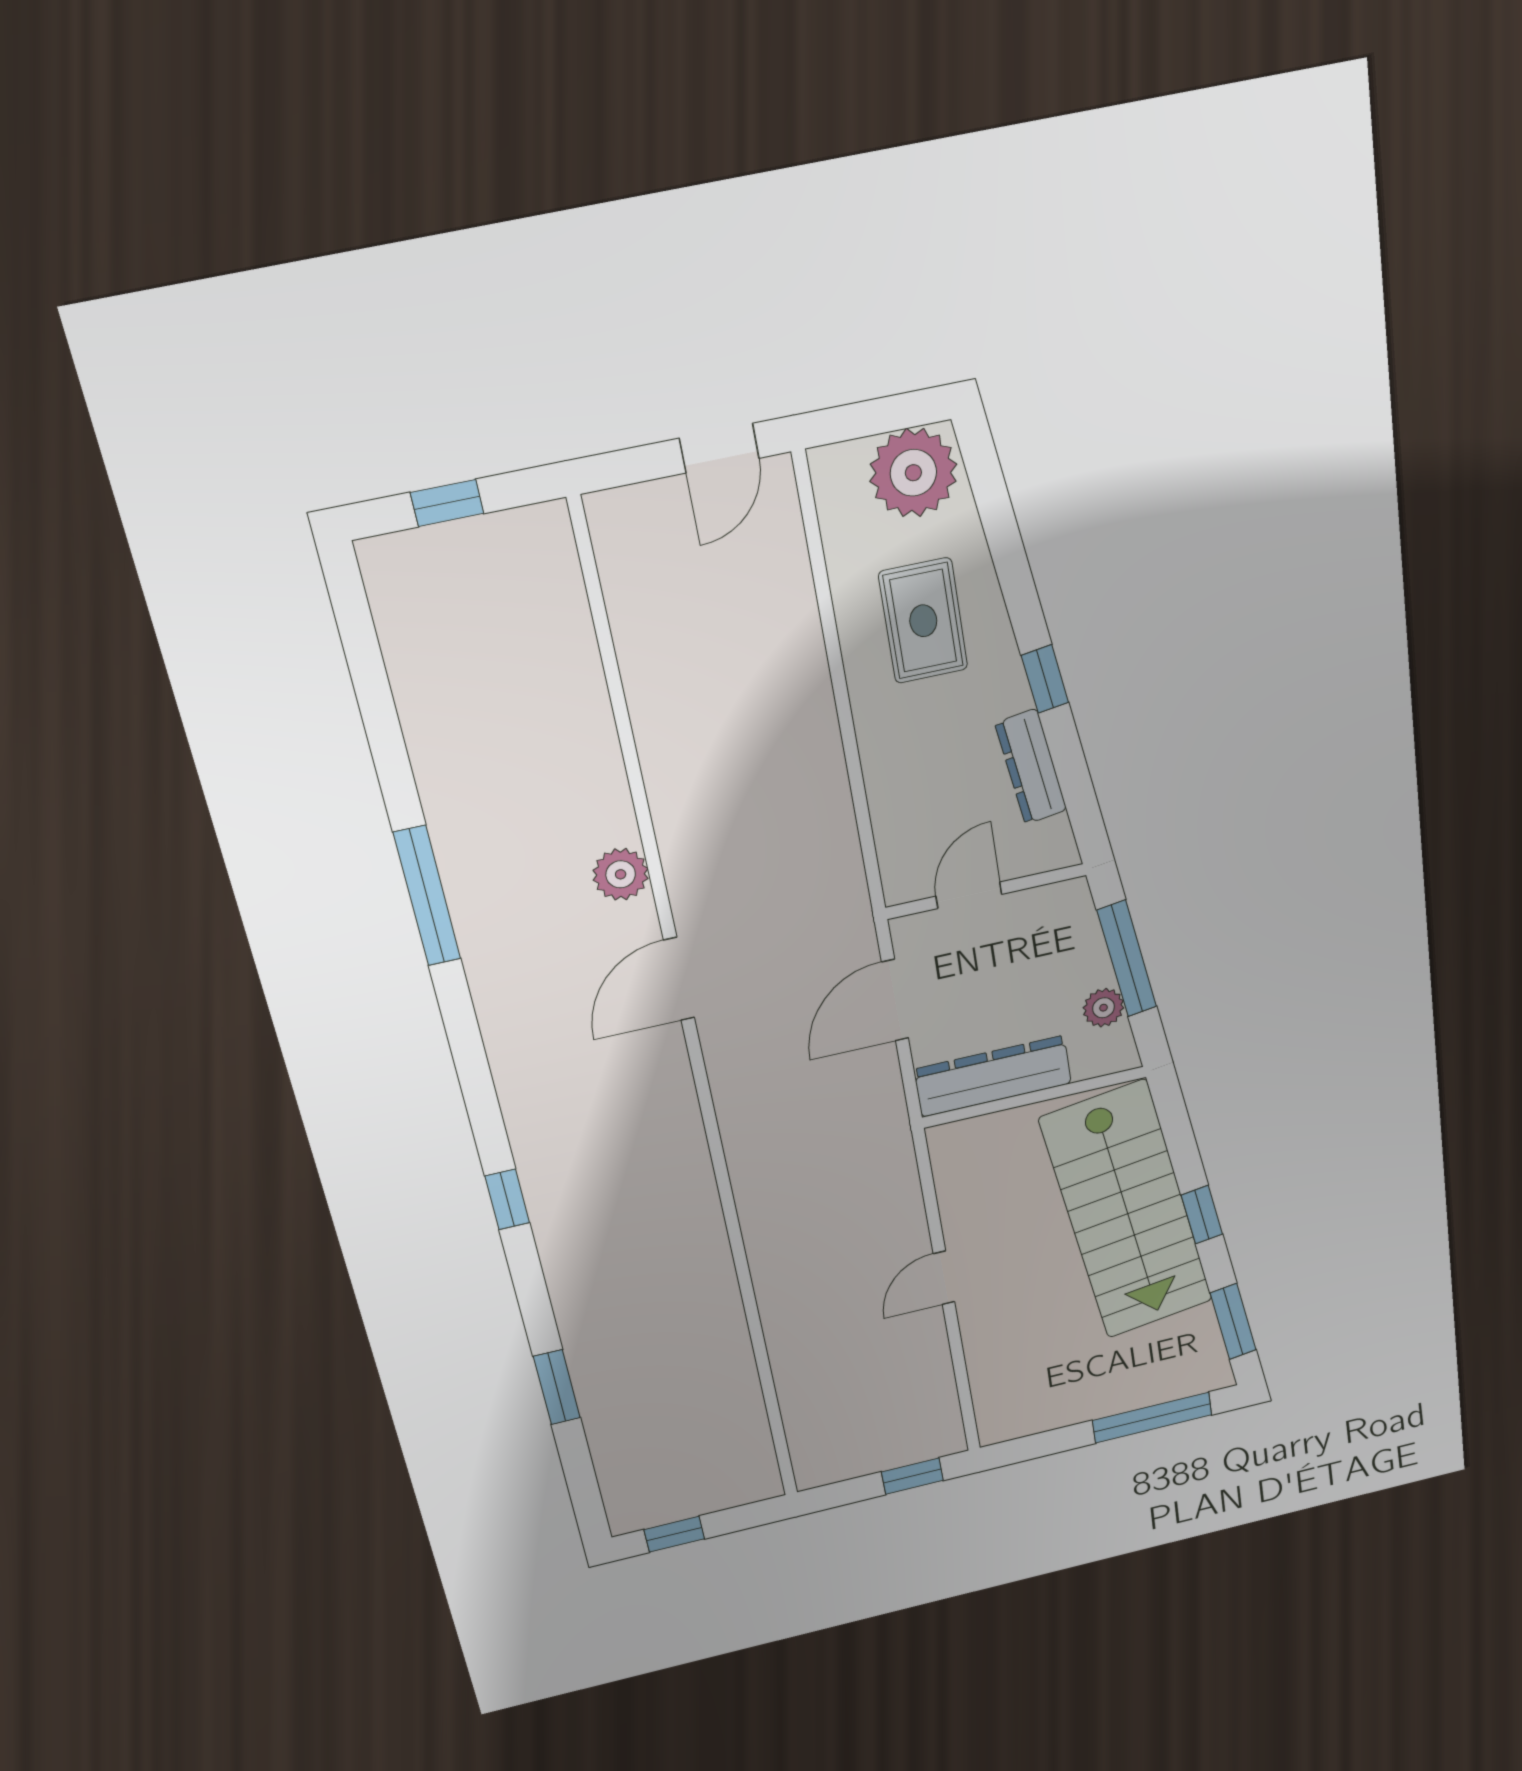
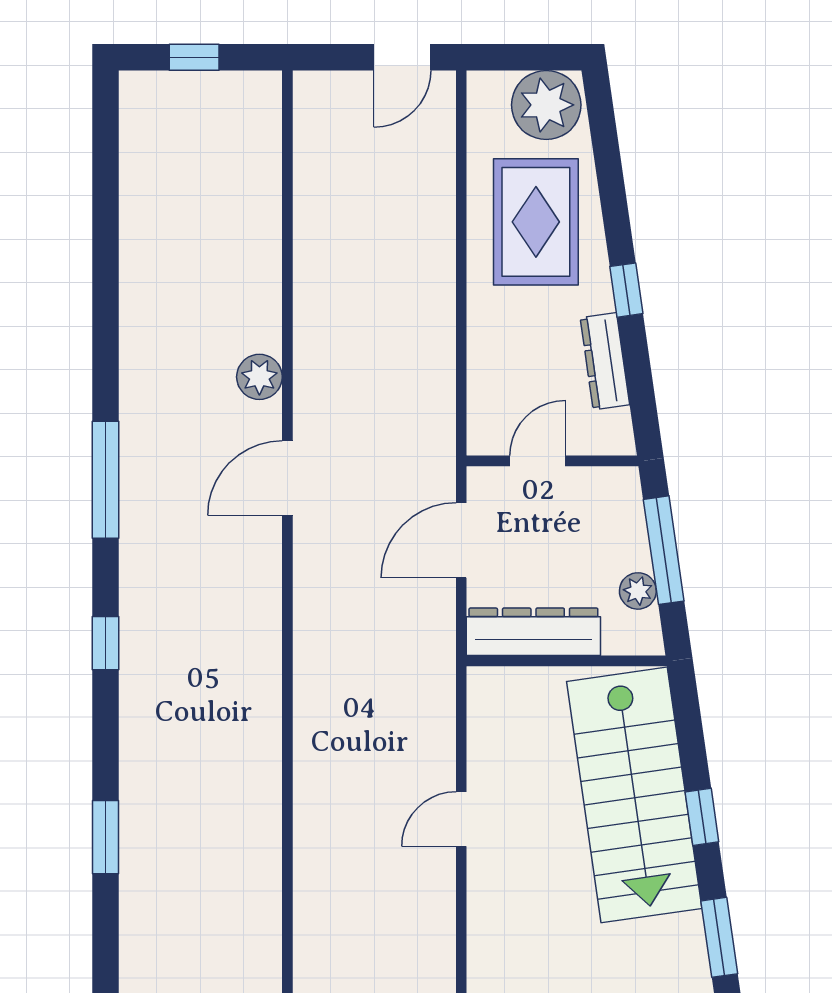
rug: (923, 621) -> (536, 222), width x1.36, depth x1.43
window: (427, 896) -> (106, 480), moved

